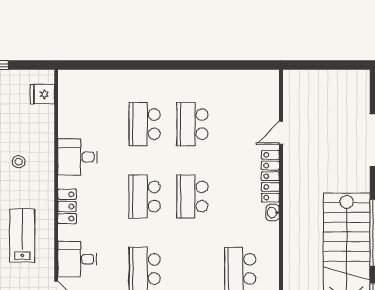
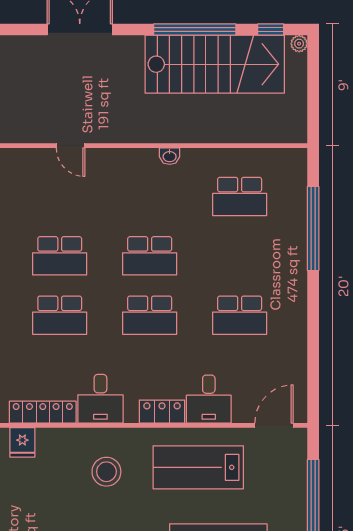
stool: (19, 162) -> (106, 472), width x1.89, depth x1.89
locker: (270, 176) -> (43, 412), moved, turned 180
lab bench: (22, 236) -> (198, 467), width x1.36, depth x1.39
desk: (77, 259) -> (209, 399), moved

